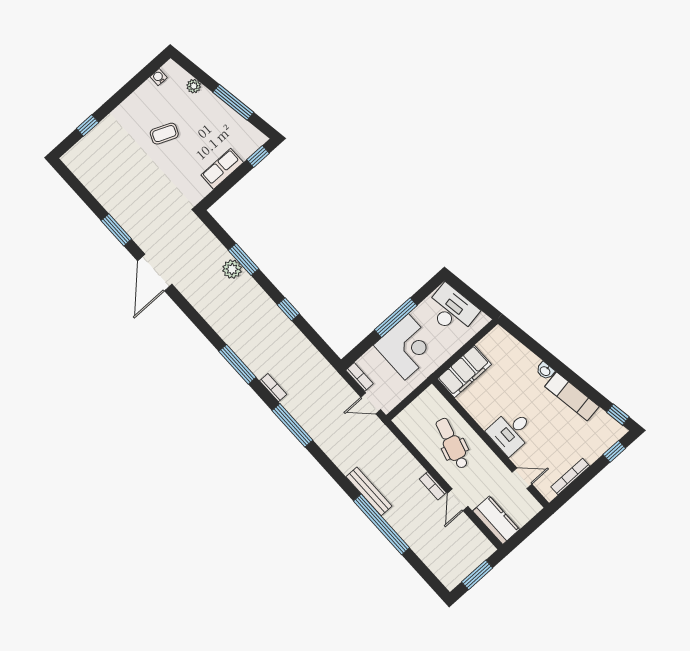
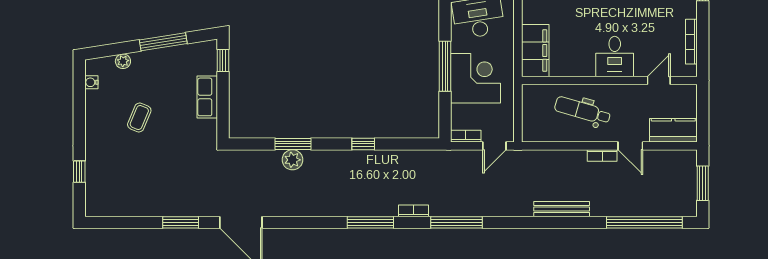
window: (381, 524) -> (644, 222), moved

